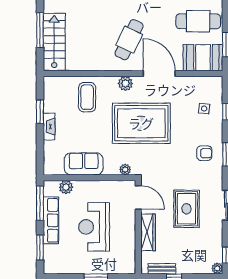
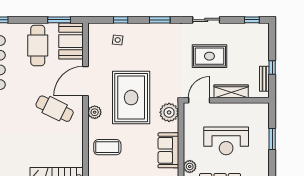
armchair: (204, 153) -> (159, 40), removed
plant: (125, 169) -> (169, 112), width x1.87, depth x1.87
plant: (217, 268) -> (264, 28), removed

